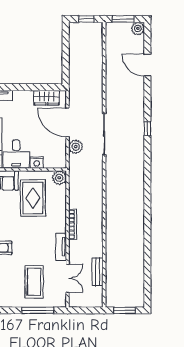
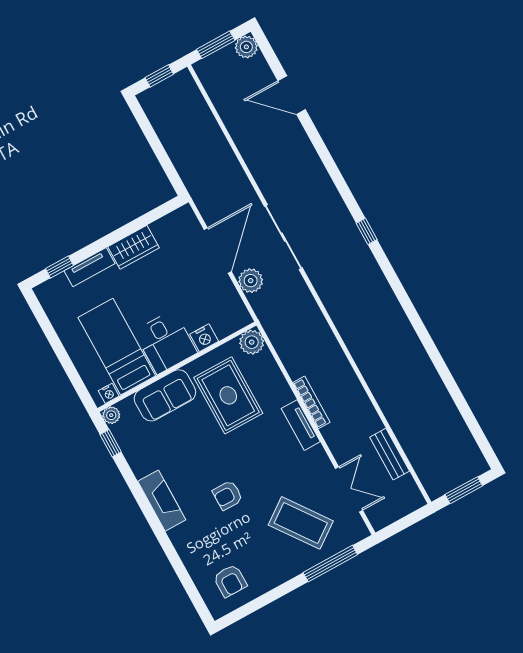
wardrobe: (47, 98) -> (134, 247), moved
door: (67, 122) -> (218, 250), swing flipped
window: (147, 129) -> (367, 231), moved
tv unit: (61, 247) -> (301, 425), moved
coffee table: (34, 282) -> (301, 523), turned -36

